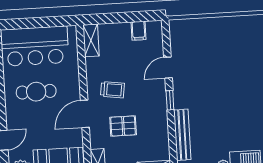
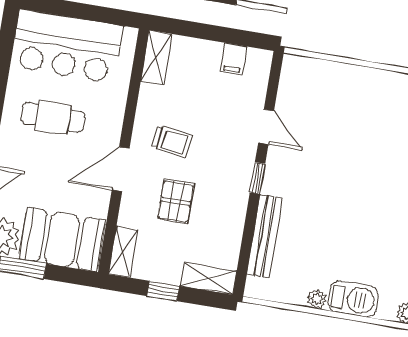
door: (168, 68) -> (266, 127), swing flipped
pallet: (123, 126) -> (176, 201), turned 90

